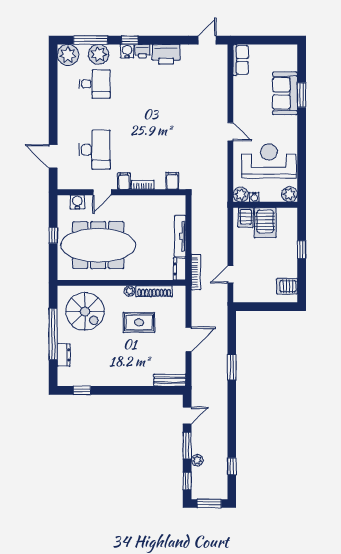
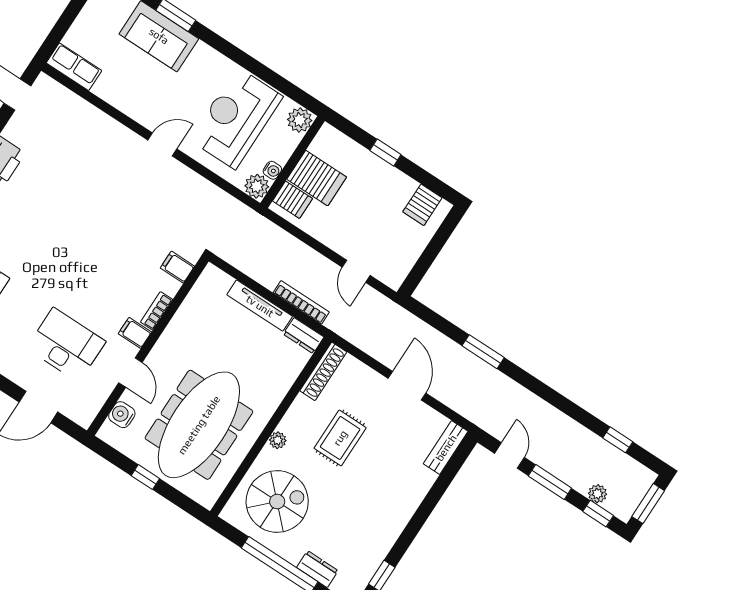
bookcase: (196, 272) -> (301, 302), moved
plant: (130, 291) -> (278, 440), moved
shoe rack: (154, 291) -> (323, 371), moved
plant: (197, 460) -> (597, 494), moved

